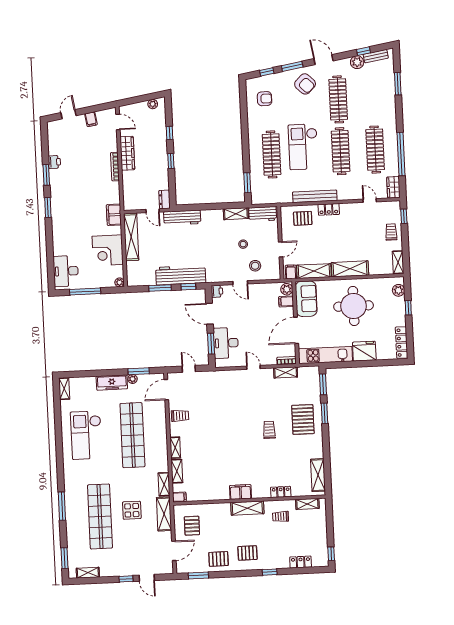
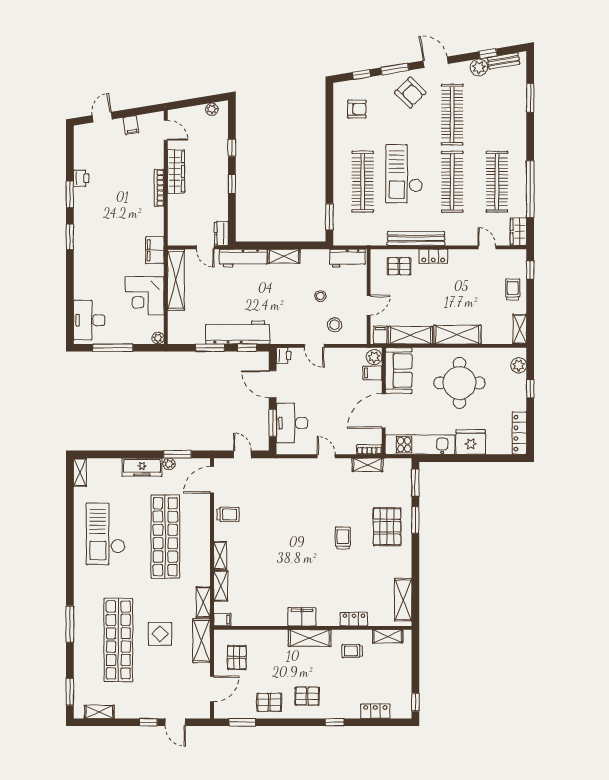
shelving: (236, 214) -> (284, 256), moved

